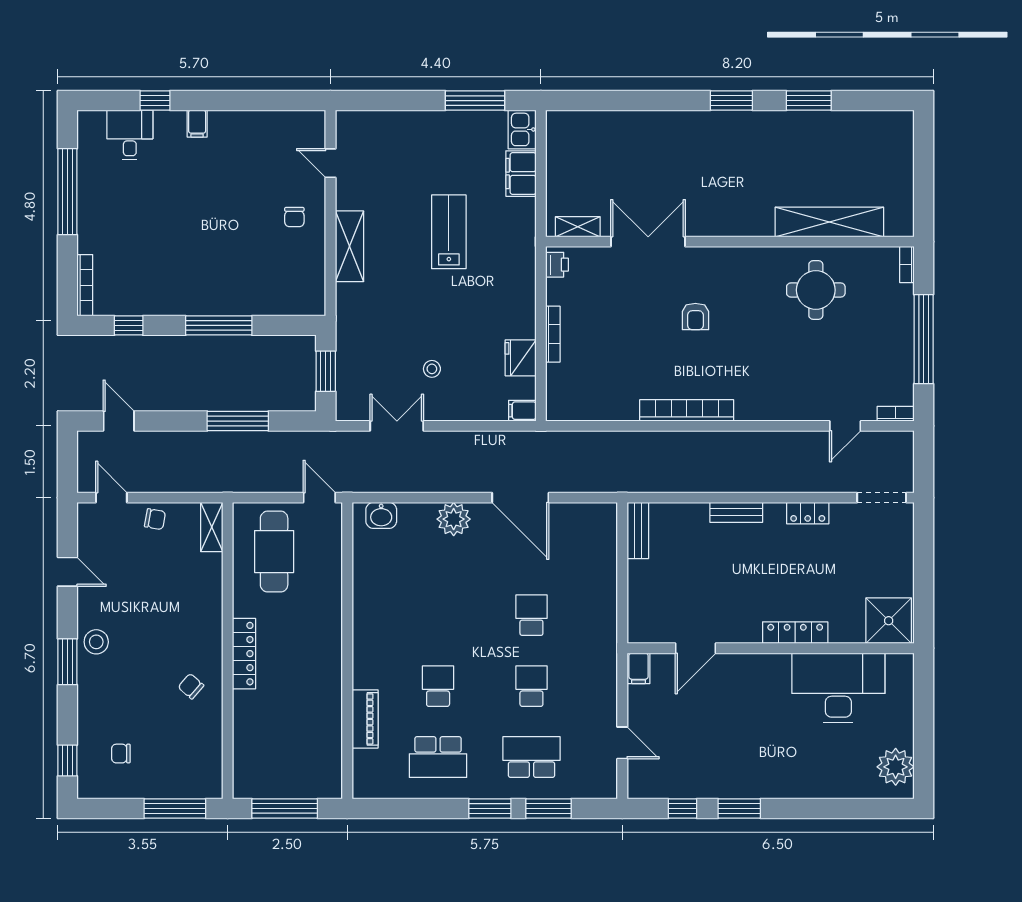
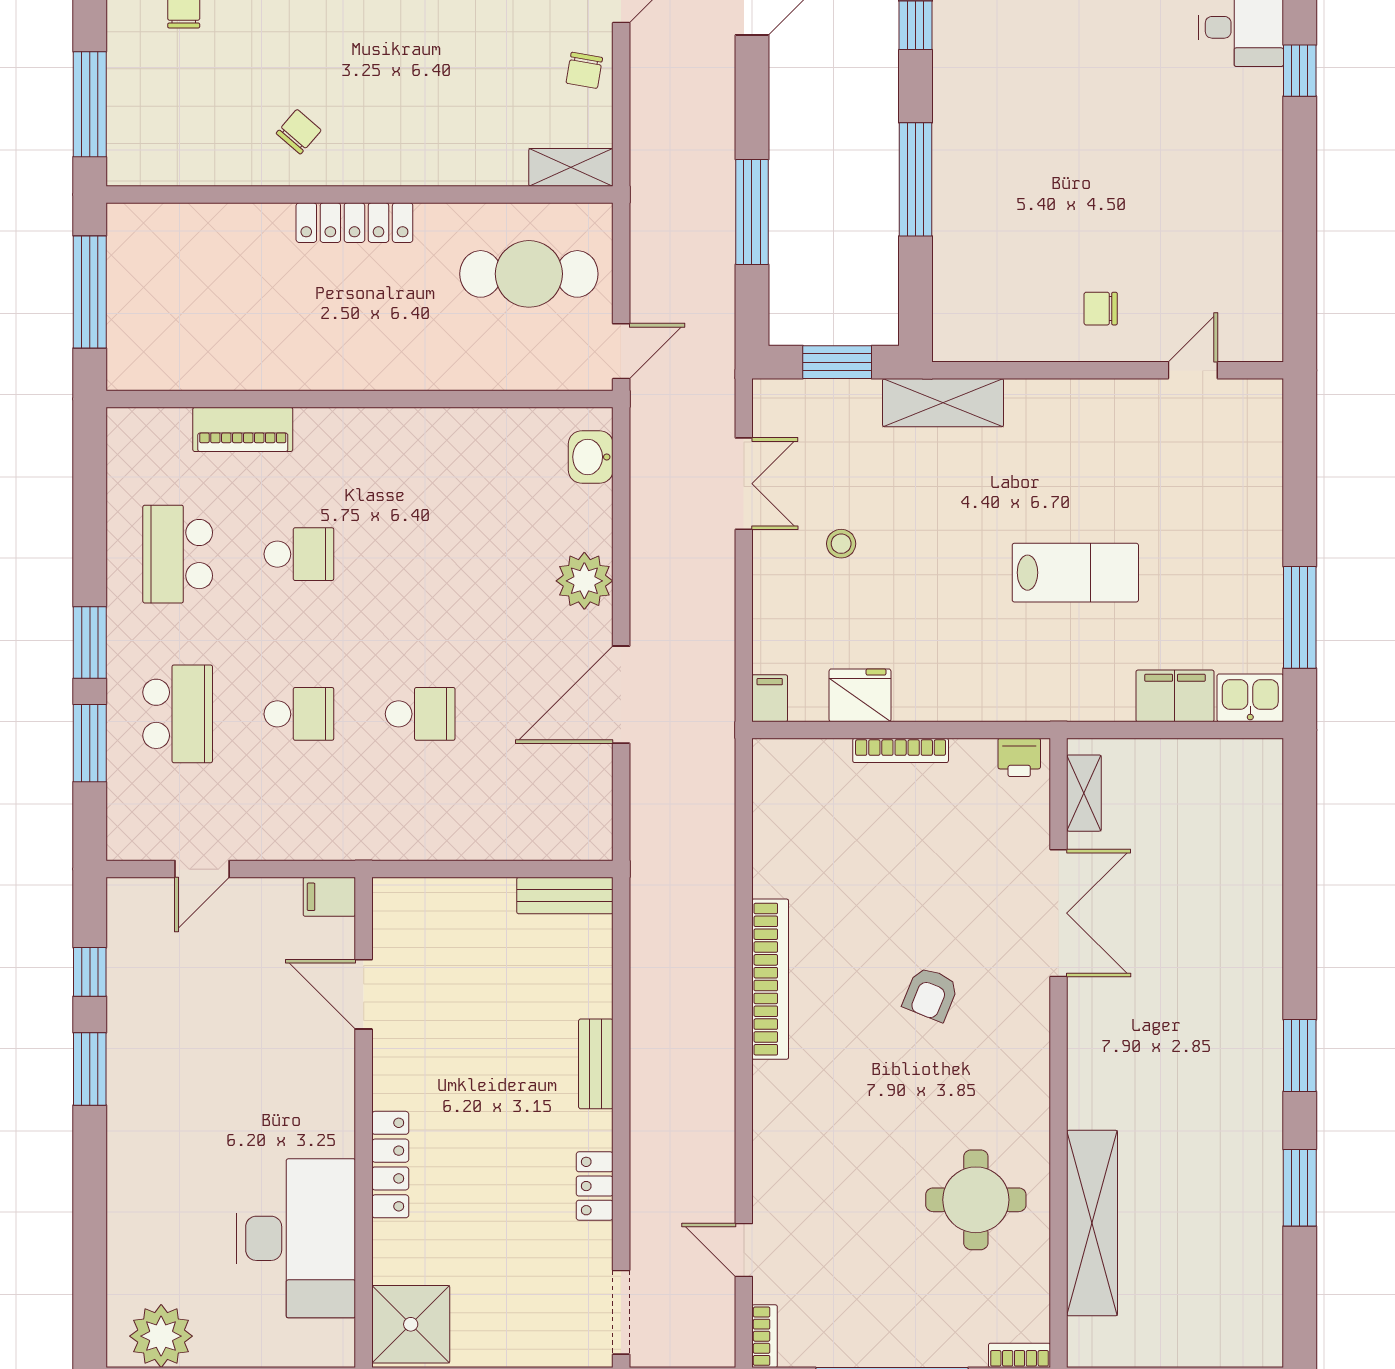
filing cabinet: (197, 124) -> (1260, 142), removed
shelving: (349, 246) -> (943, 403), moved
armchair: (695, 317) -> (931, 994), turned -68

